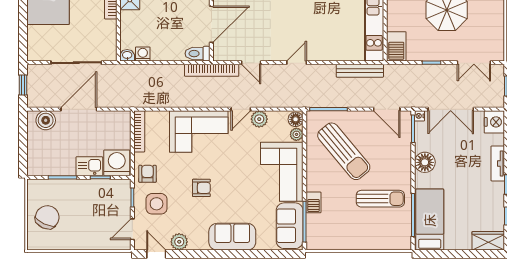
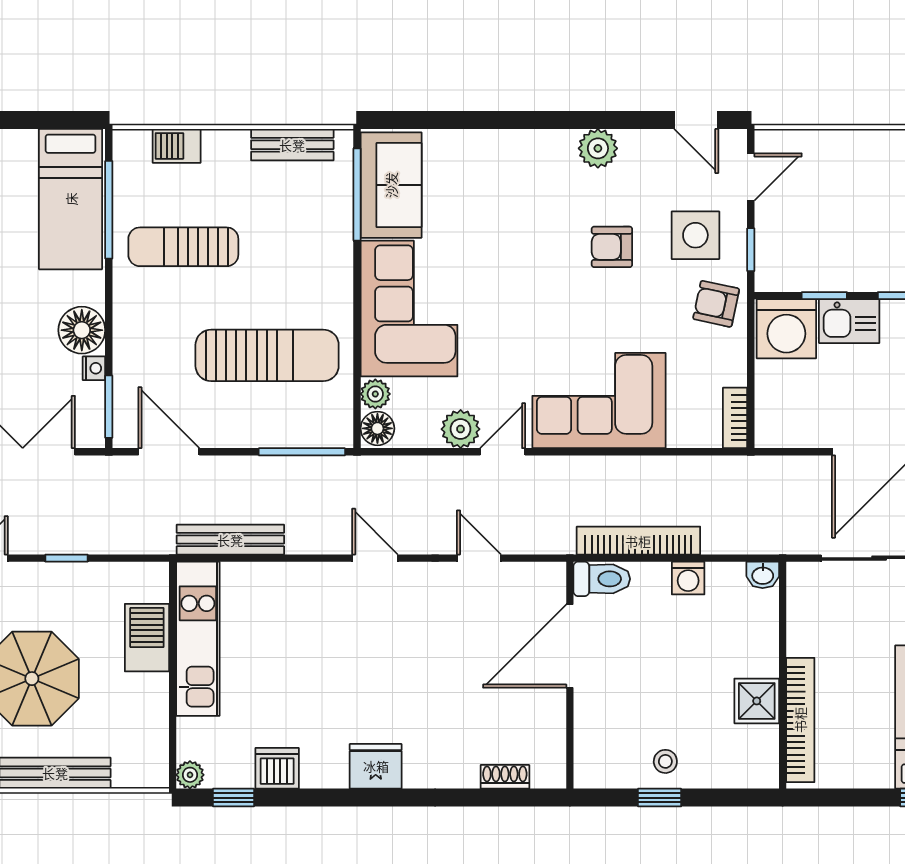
barbecue: (396, 46) -> (147, 638), moved
washing machine: (143, 54) -> (688, 578), moved
door: (297, 63) -> (375, 558), swing flipped
bookcase: (212, 70) -> (638, 541), moved
nightstand: (419, 116) -> (94, 368), moved
bookcase: (139, 131) -> (735, 418), width x0.64
sun lounger: (344, 151) -> (267, 355), turned 130
armchair: (147, 174) -> (716, 304), turned 102
armchair: (201, 188) -> (612, 247), moved
barbecue: (313, 202) -> (177, 146), moved, turned -90
sofa: (232, 237) -> (522, 160), removed
plant: (179, 242) -> (598, 148), moved
bench: (333, 243) -> (292, 145), added

